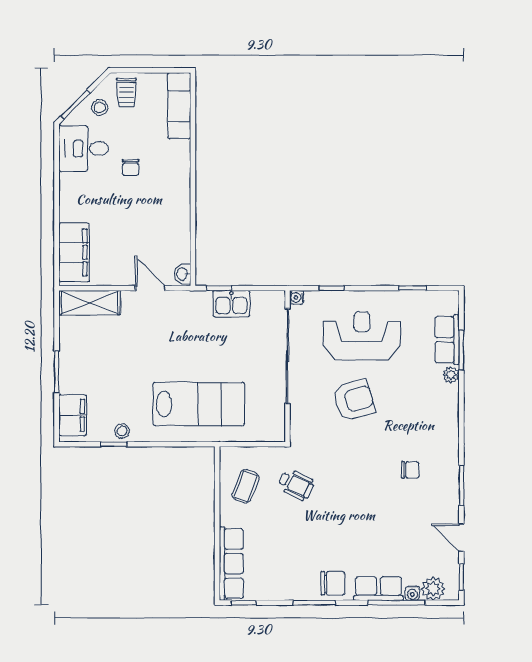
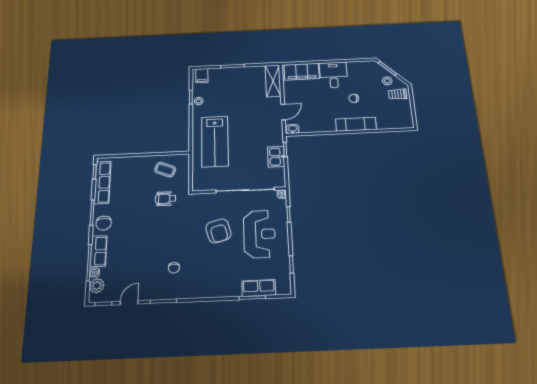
exam couch: (179, 106) -> (356, 124), moved
desk: (84, 149) -> (333, 75), moved
plant: (451, 375) -> (236, 291), removed
filing cabinet: (73, 415) -> (202, 76), width x0.50
wheelchair: (296, 485) -> (166, 199), turned 64
row of seats: (231, 564) -> (103, 182), moved, turned -90

